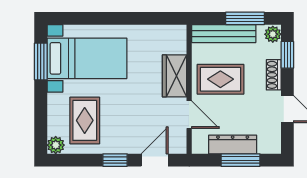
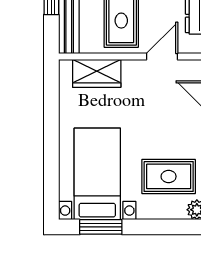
wardrobe: (175, 76) -> (97, 73), moved

